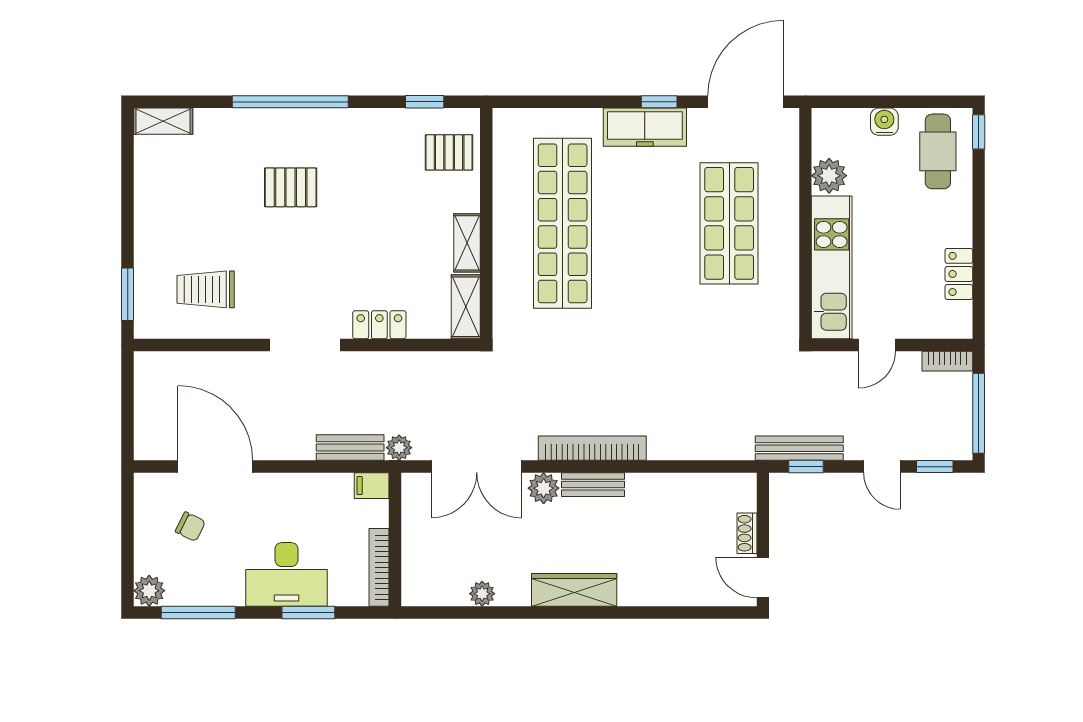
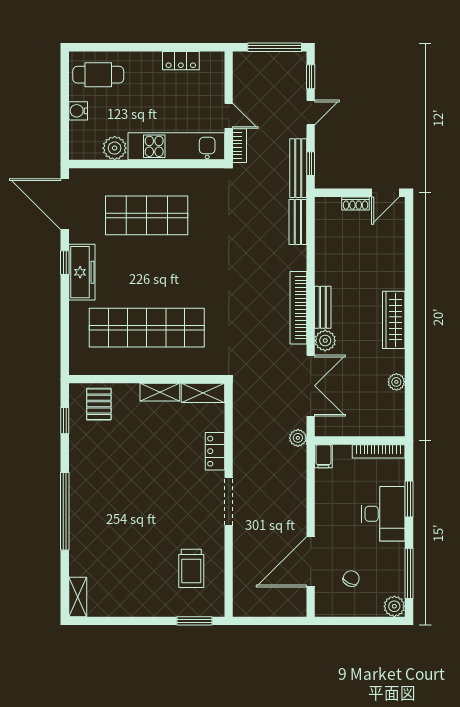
window: (979, 132) -> (85, 47), removed
pallet: (291, 187) -> (122, 511), removed
bookcase: (947, 361) -> (240, 146), moved
bench: (350, 448) -> (298, 222), moved

